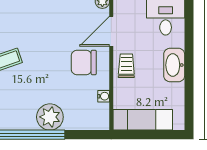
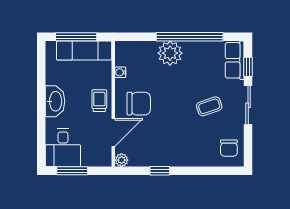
trolley: (126, 66) -> (99, 101), turned 180
window: (151, 135) -> (76, 37), added

